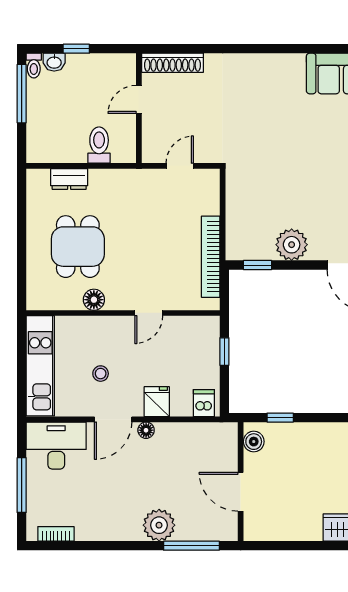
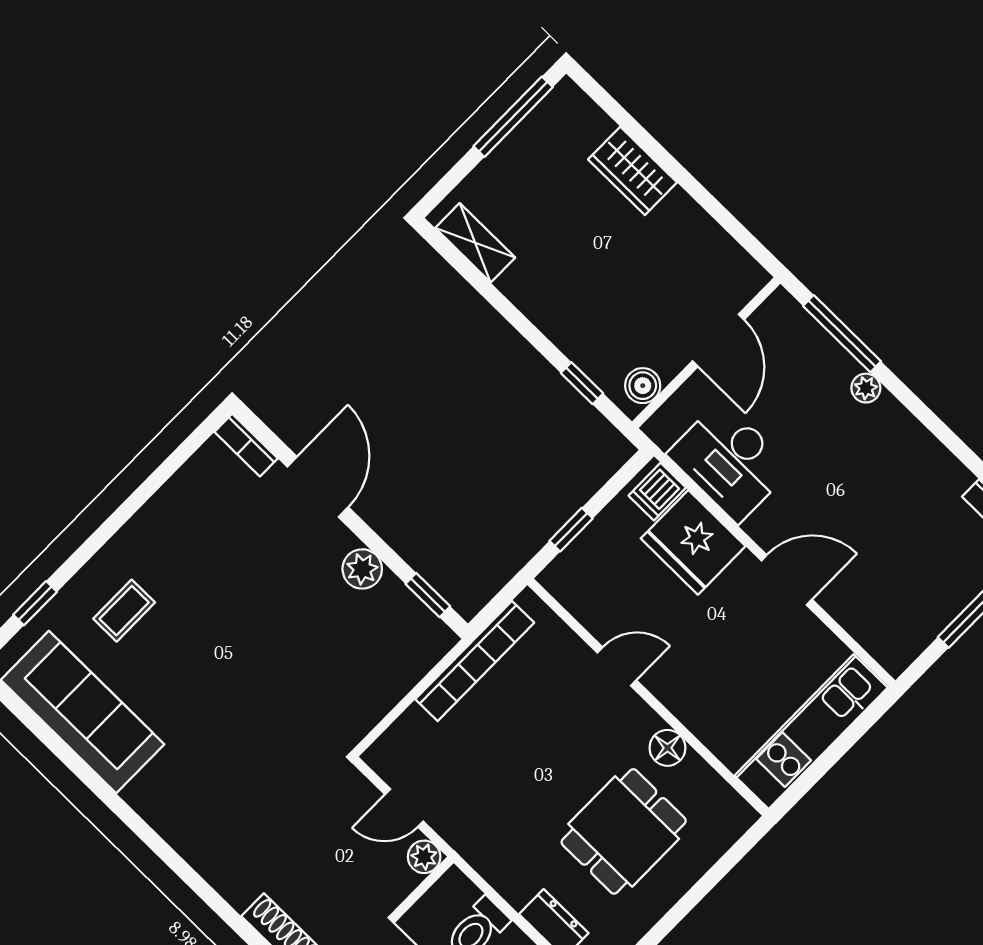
plant: (151, 154) -> (424, 857), added
plant: (292, 245) -> (362, 569), width x0.73, depth x0.73
stool: (101, 374) -> (747, 650), removed
fridge: (157, 402) -> (693, 542), width x1.88, depth x1.34
floor lamp: (146, 430) -> (760, 528), removed
desk: (56, 446) -> (730, 461), moved
plant: (159, 525) -> (866, 388), width x0.53, depth x0.53

